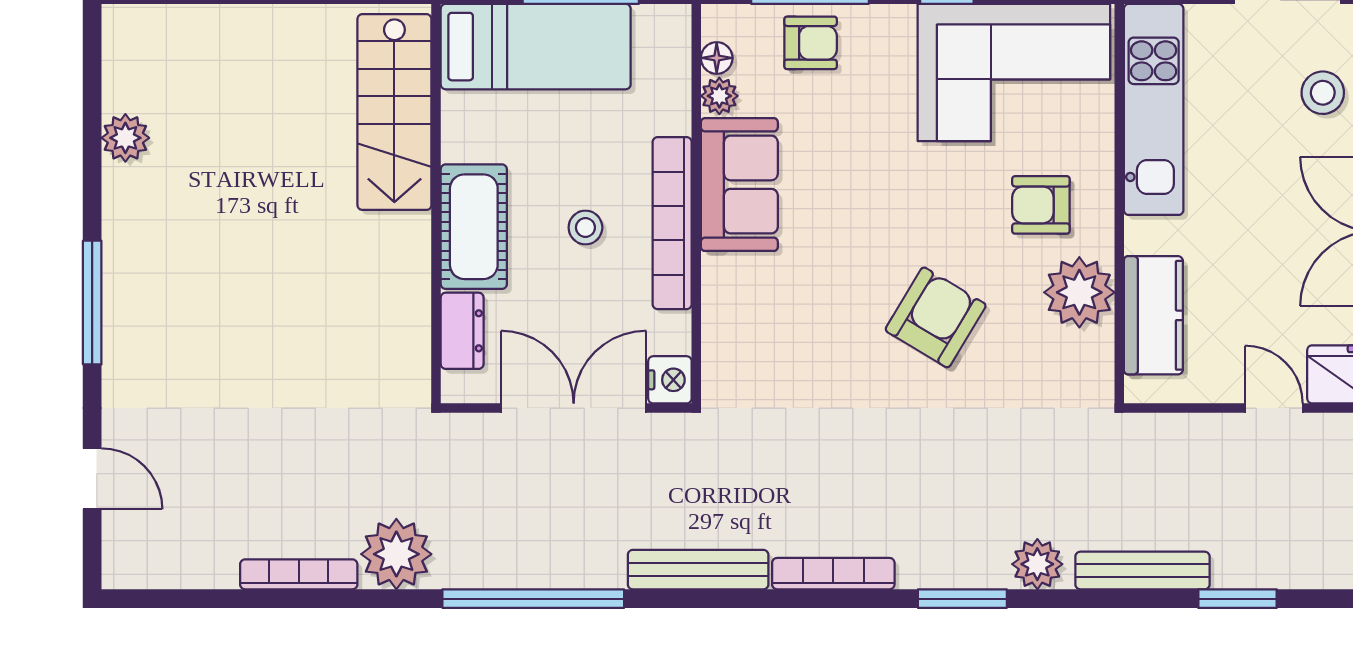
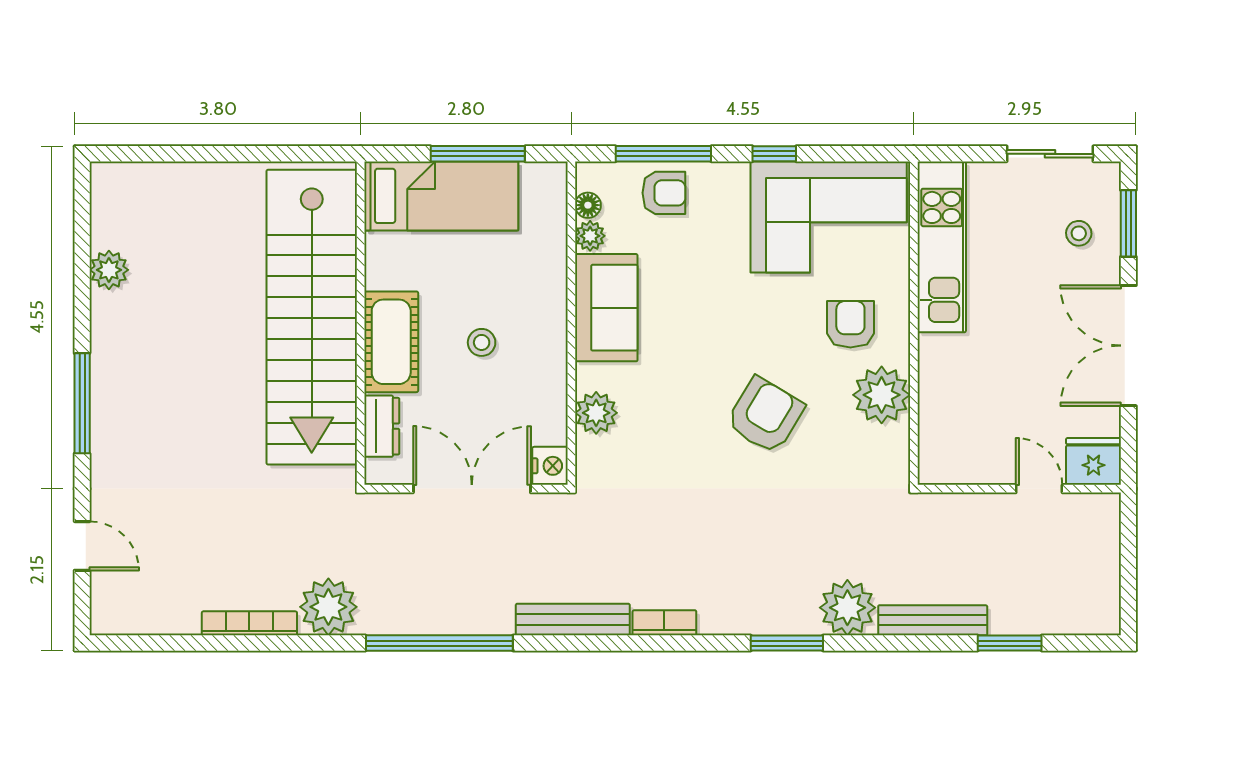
stool: (1323, 93) -> (1079, 233), width x0.73, depth x0.73
stairs: (394, 112) -> (312, 317), width x1.86, depth x1.51
armchair: (1041, 205) -> (850, 324), turned 90
bookcase: (672, 223) -> (552, 339), removed
plant: (727, 314) -> (596, 413), added
kitchen counter: (1153, 315) -> (942, 414), removed
plant: (1037, 564) -> (847, 608), width x1.36, depth x1.36
bookcase: (833, 574) -> (664, 623), width x0.64

